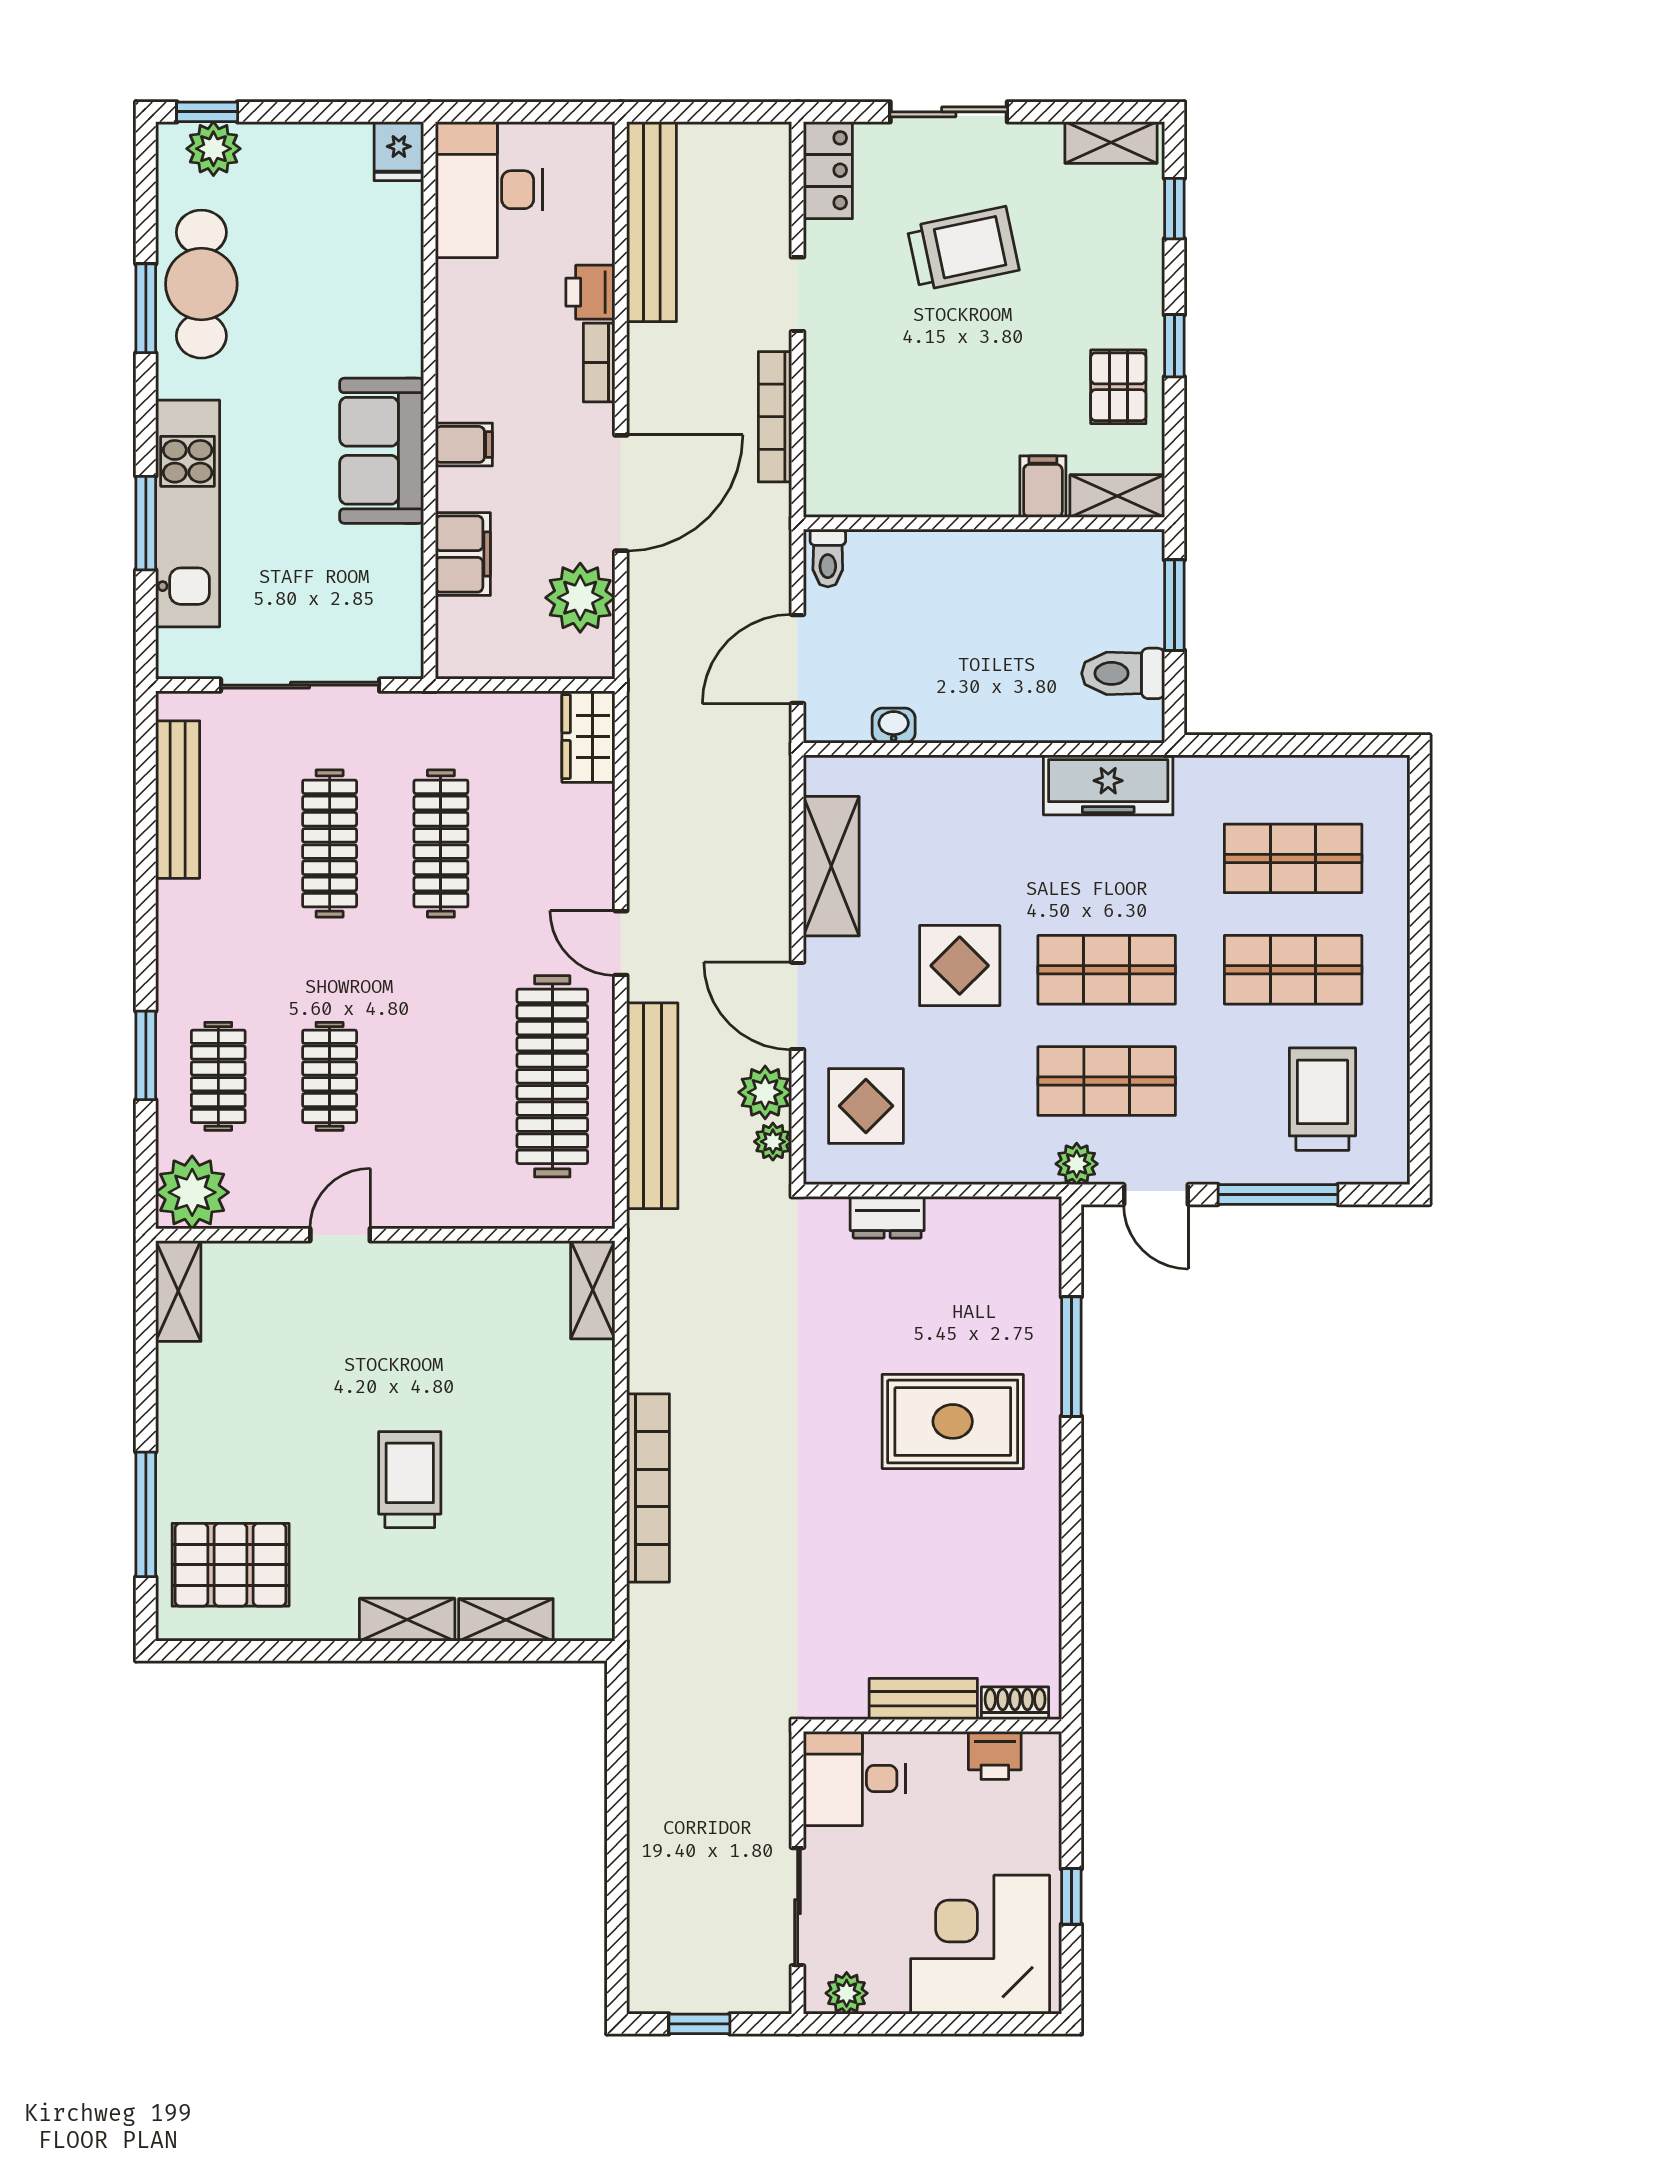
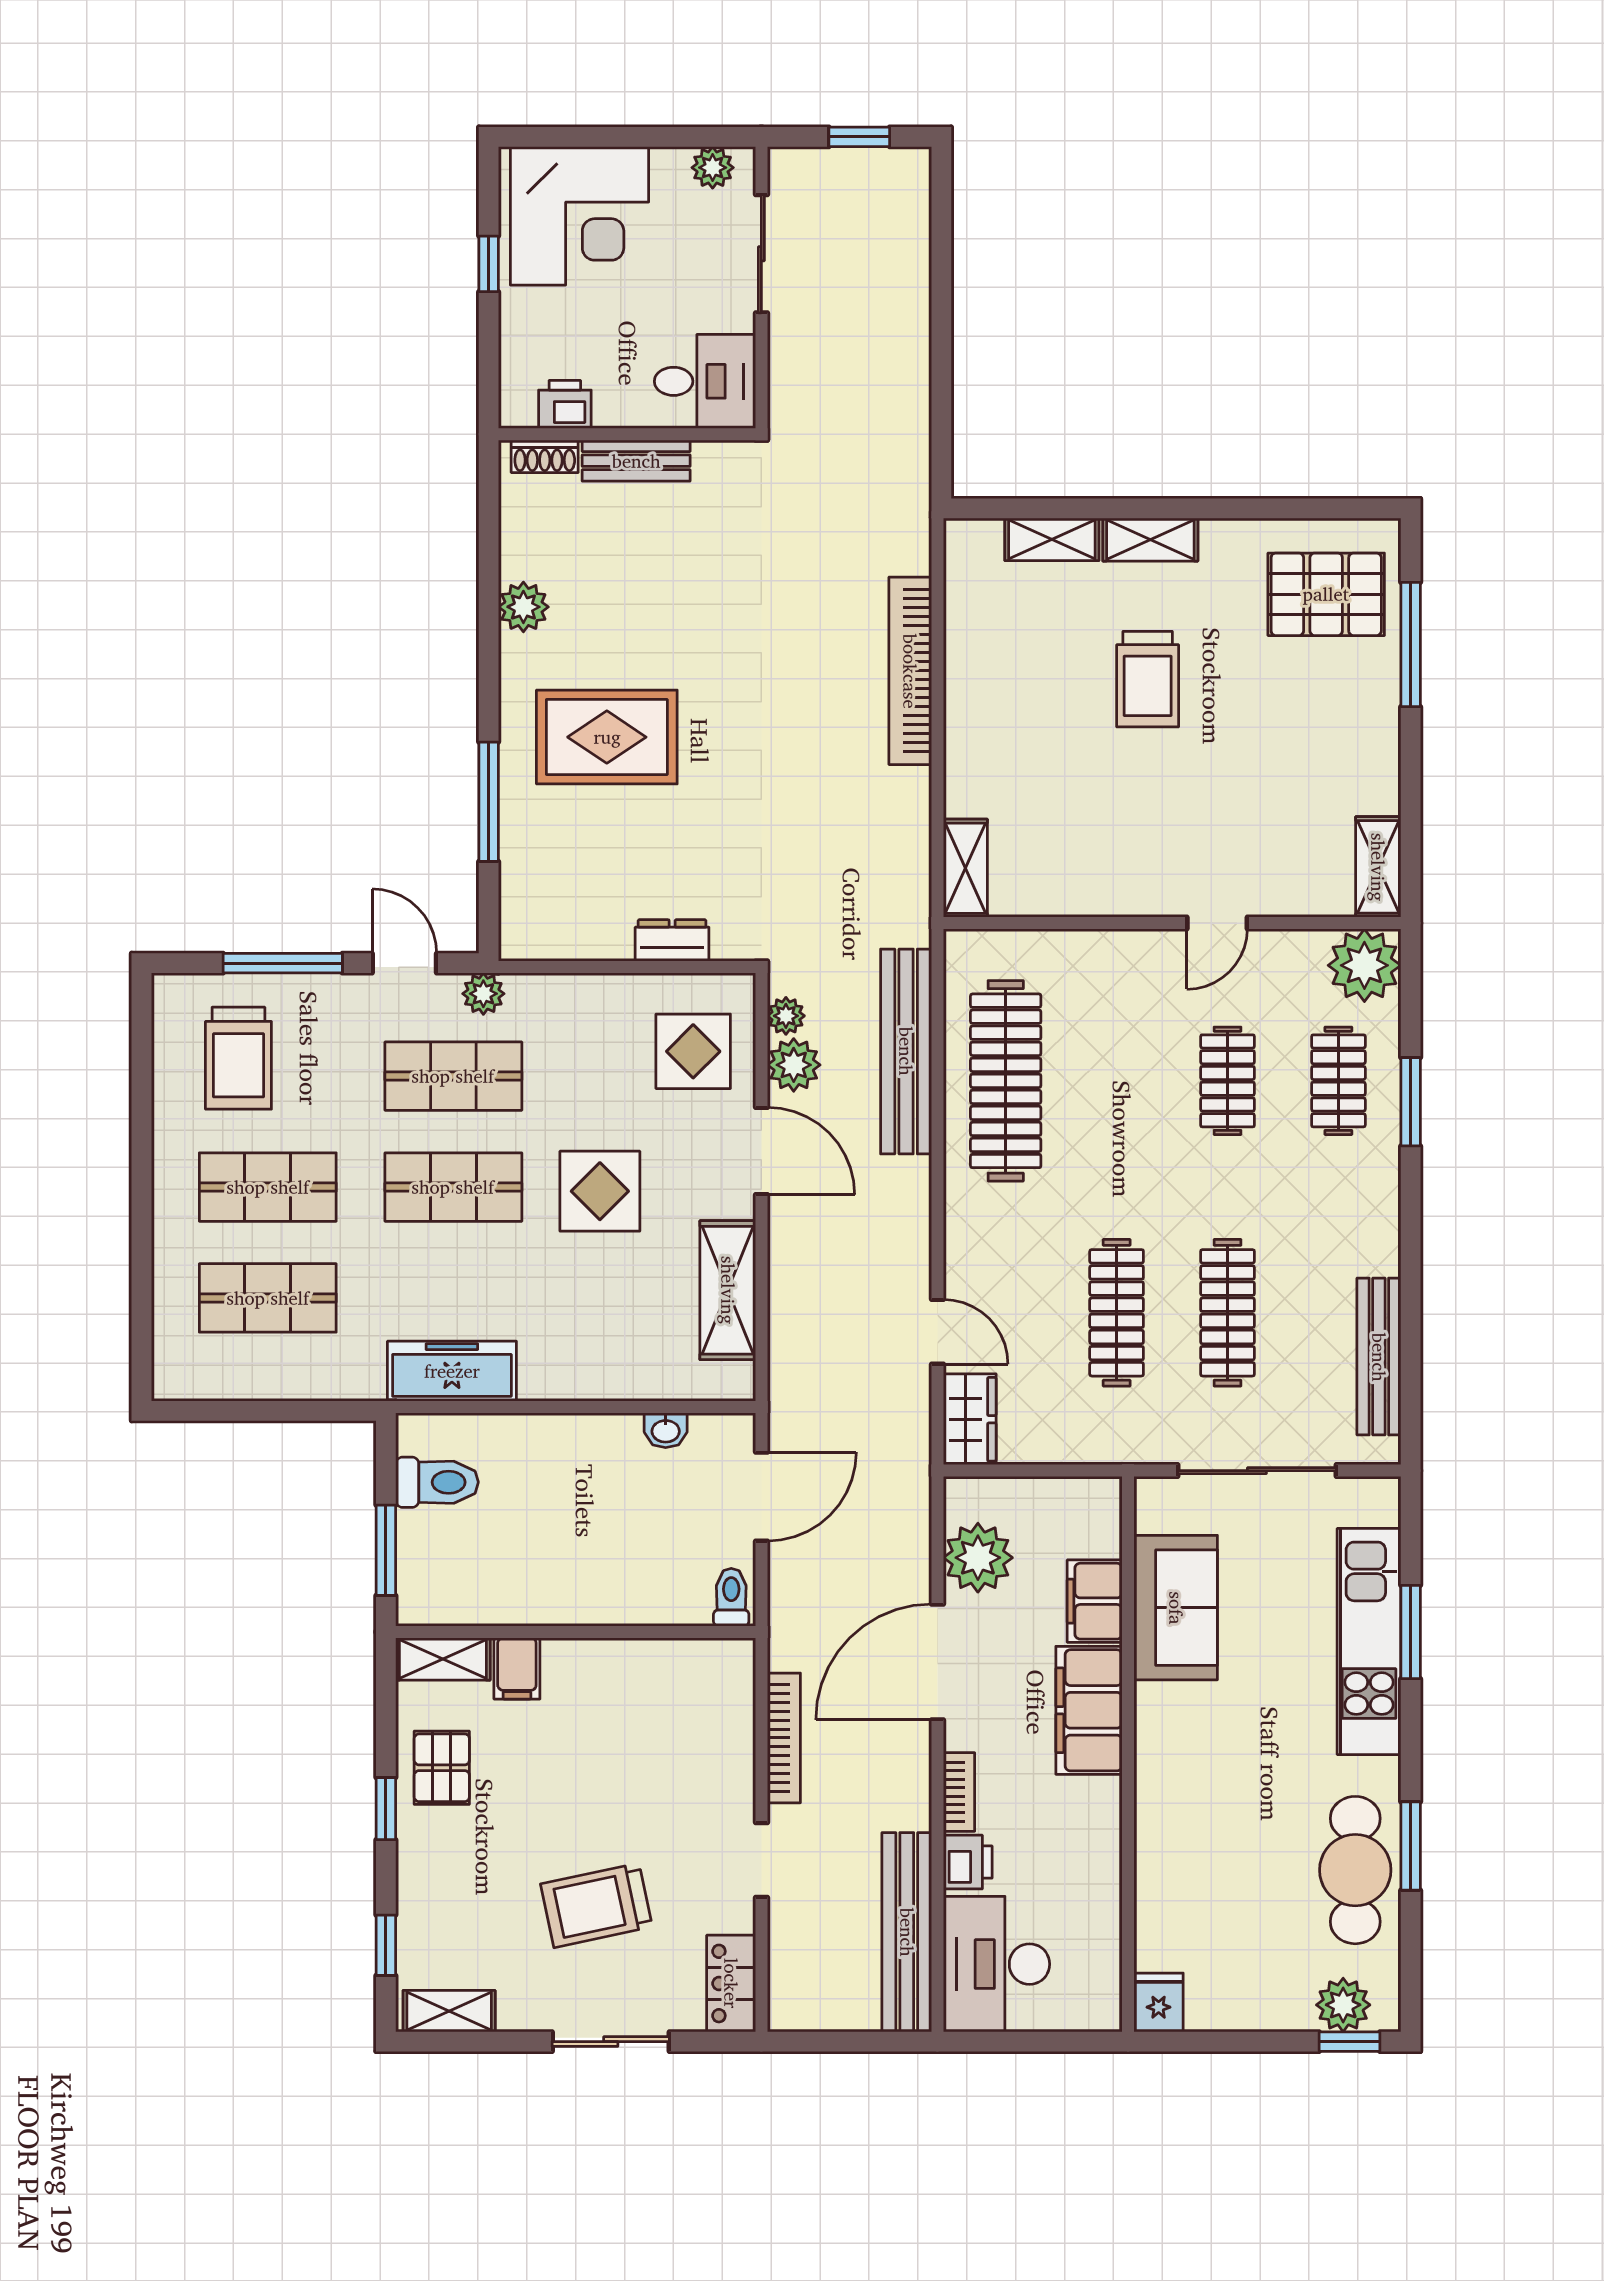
desk: (489, 190) -> (996, 1964), moved, turned 180
filing cabinet: (464, 444) -> (1089, 1710), width x3.00, depth x1.17
sofa: (382, 451) -> (1176, 1608), moved
door: (621, 943) -> (937, 1332), moved
plant: (1036, 1552) -> (523, 607), added

